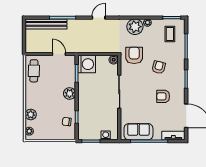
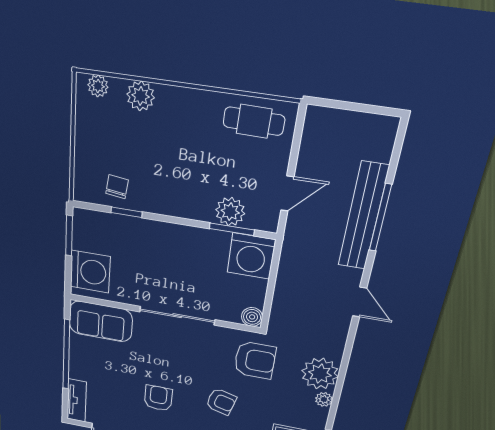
bench: (46, 24) -> (363, 217), moved
plant: (70, 93) -> (230, 212), moved
sofa: (138, 132) -> (101, 321), moved, turned 90
washing machine: (106, 135) -> (90, 272), width x1.89, depth x1.89

